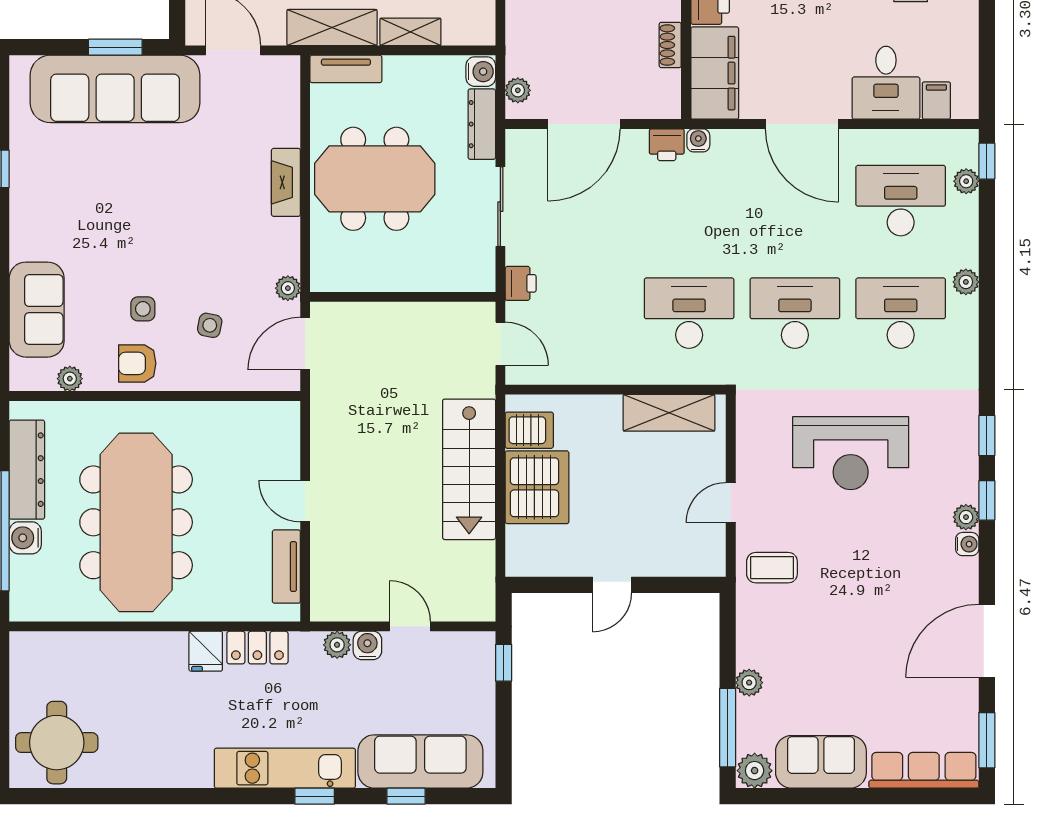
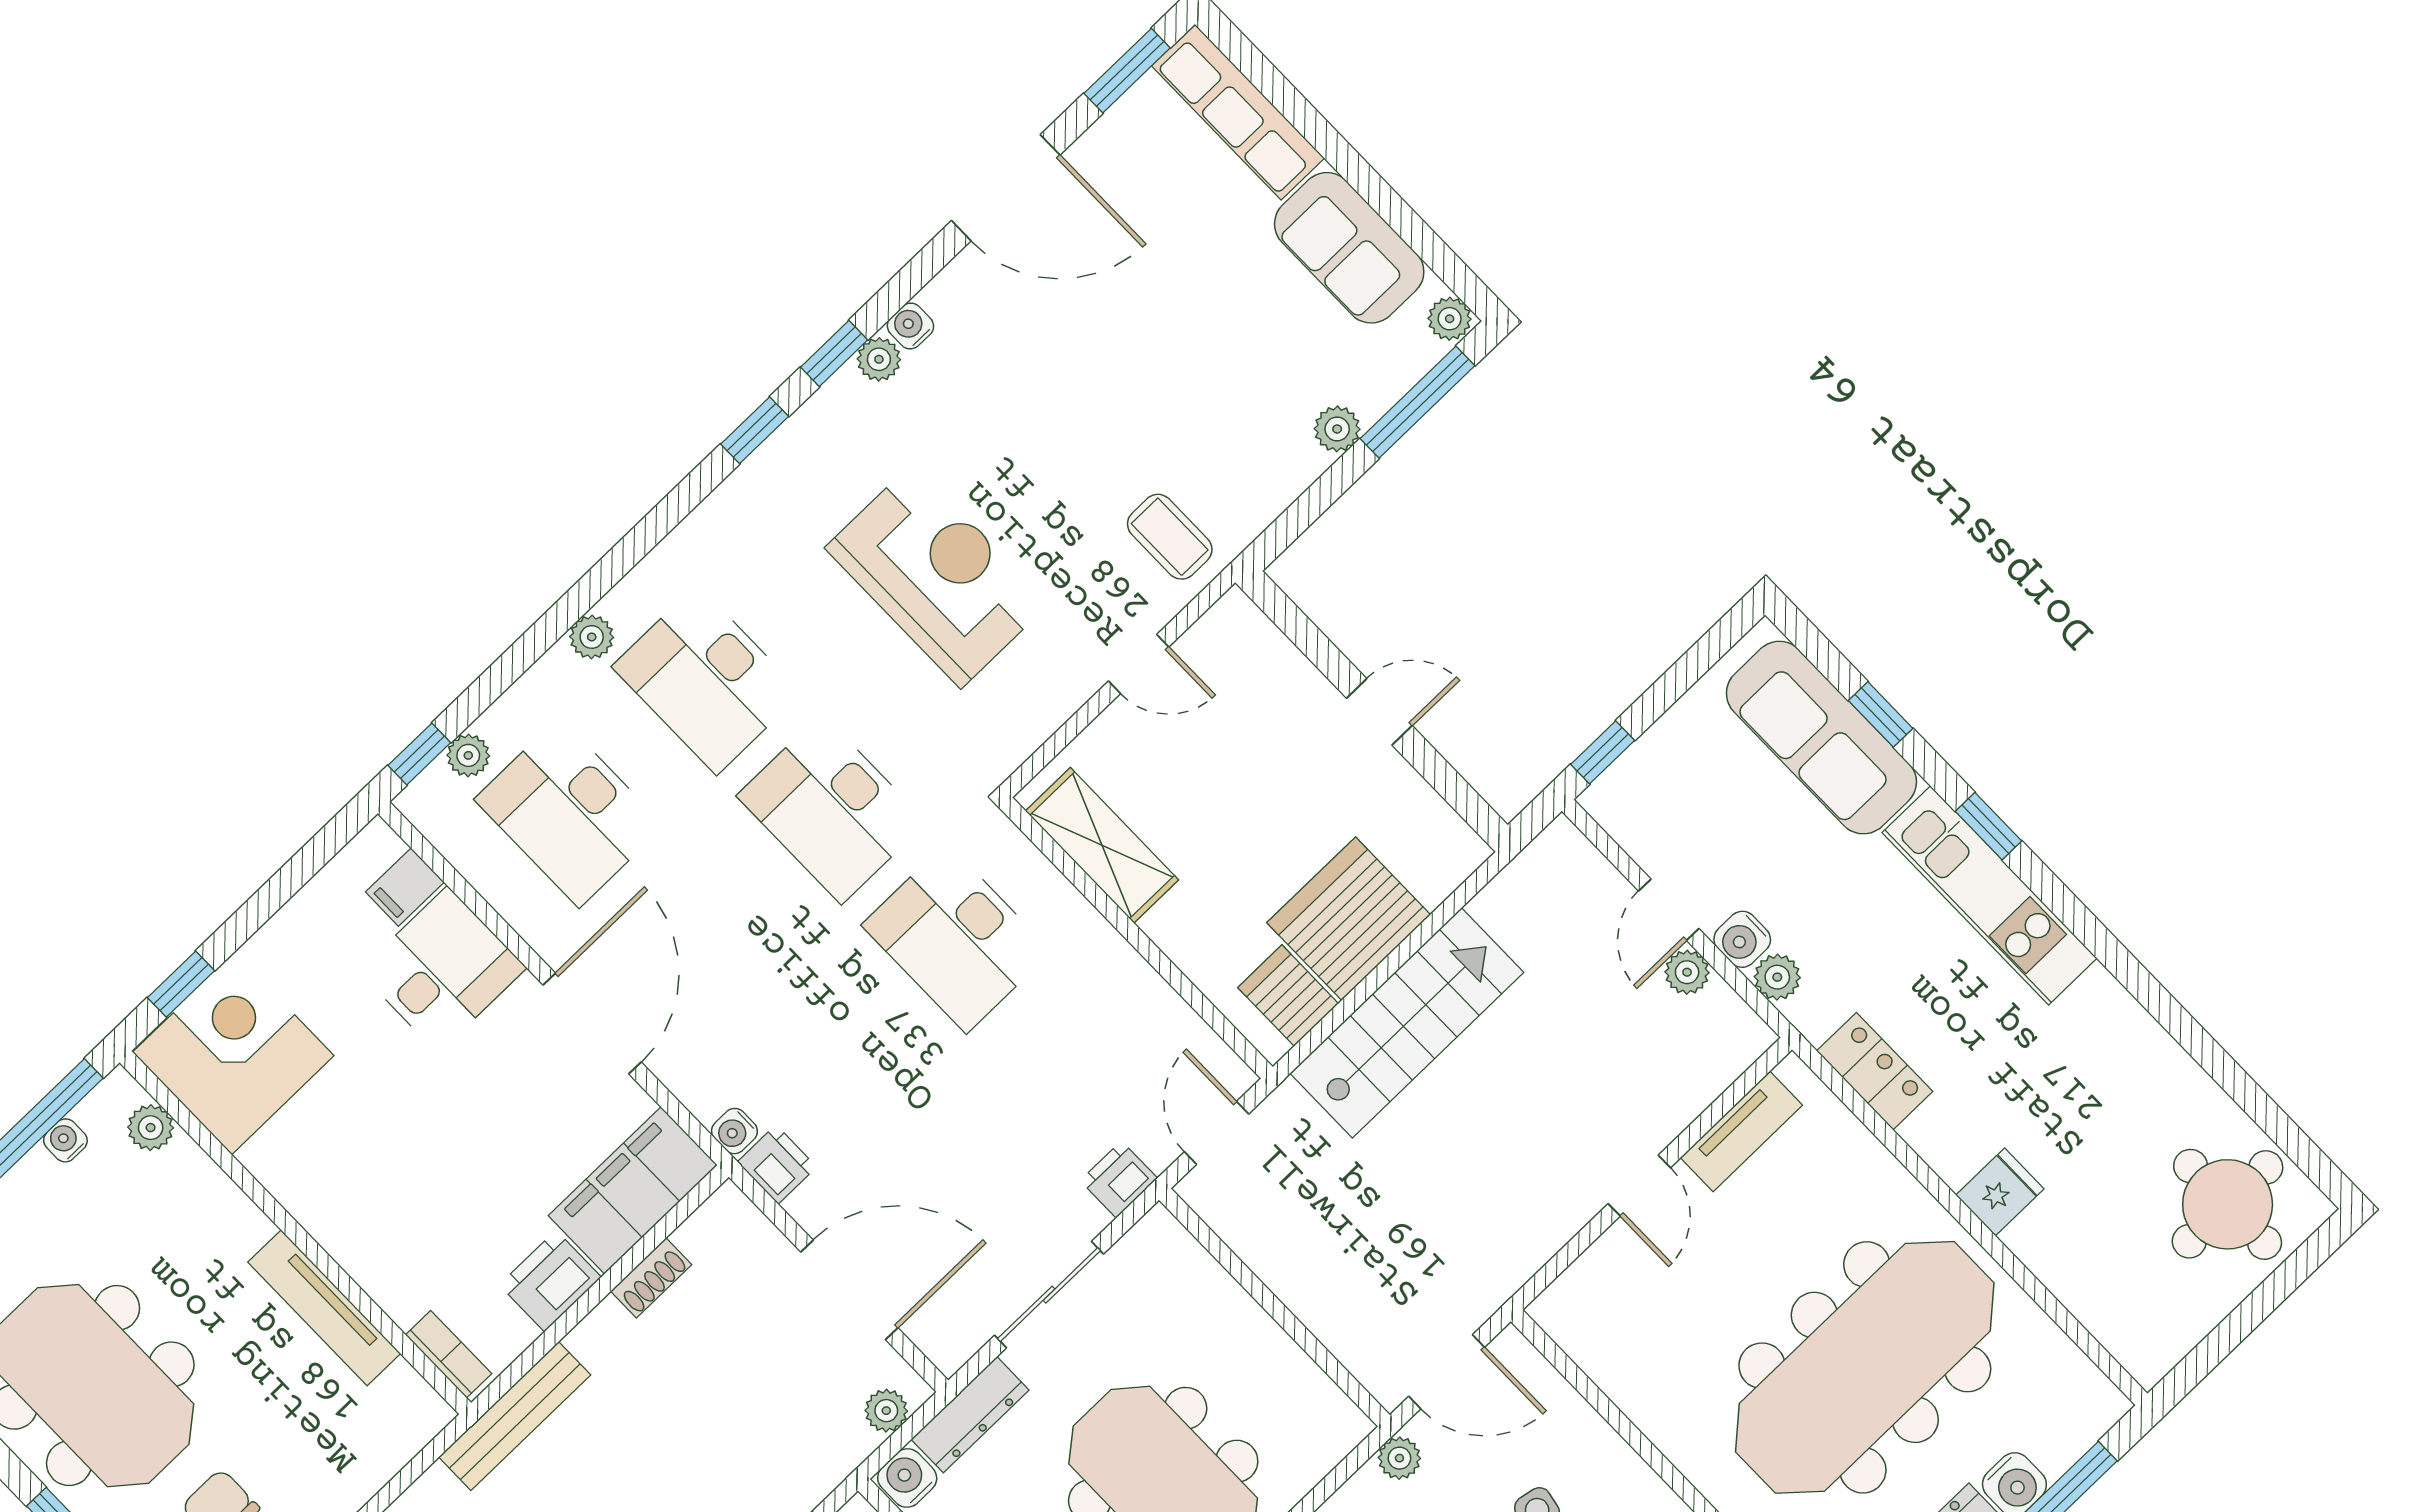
plant: (376, 609) -> (1687, 972), added
fridge: (206, 651) -> (2000, 1192), moved
plant: (755, 771) -> (1450, 319), width x0.73, depth x0.73

